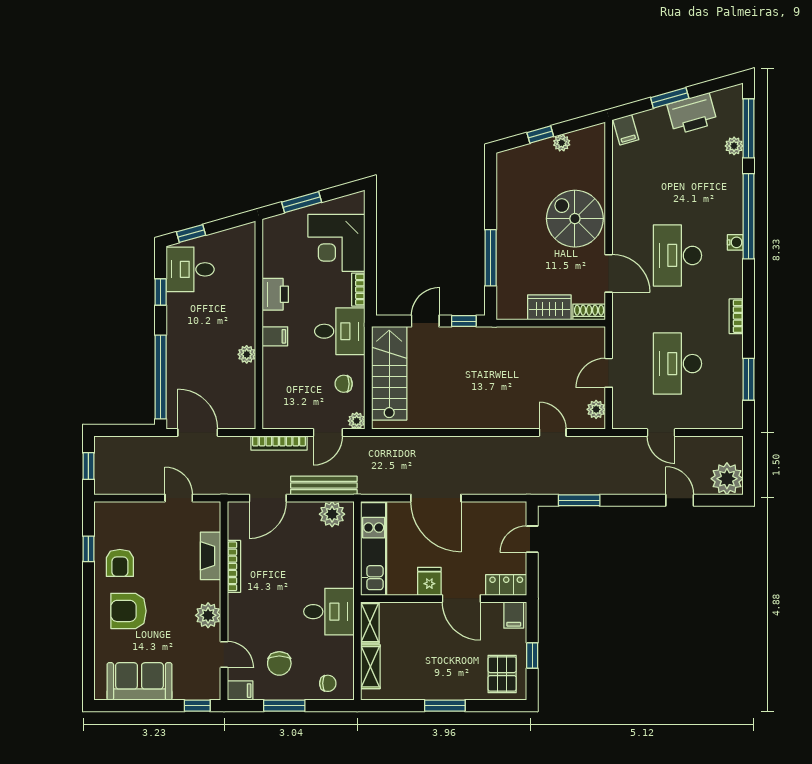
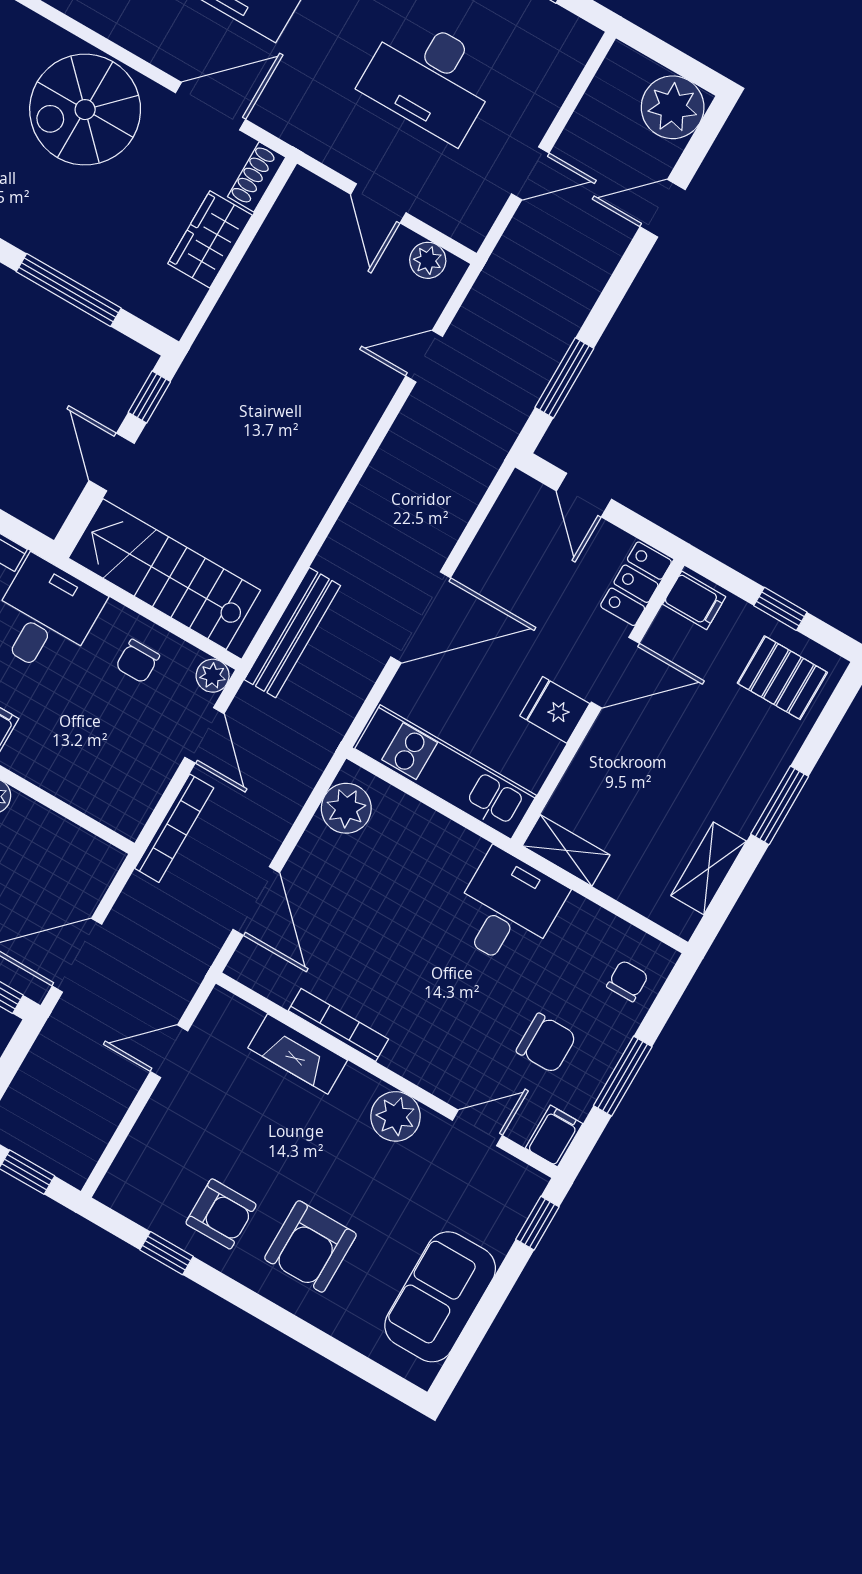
bench: (324, 485) -> (292, 633), moved
shelving: (370, 667) -> (709, 868), moved, turned 90

